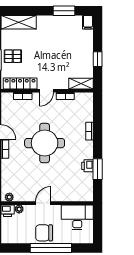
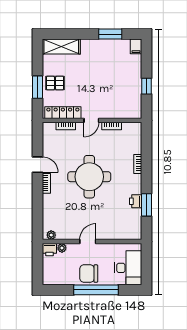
shelving: (81, 84) -> (129, 113), removed
desk: (77, 217) -> (128, 268), moved, turned 90

